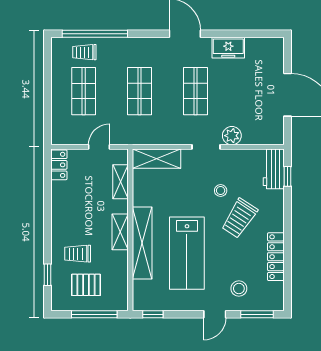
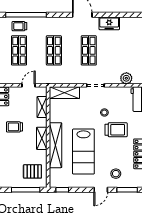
plant: (232, 136) -> (126, 78), moved
trolley: (239, 218) -> (116, 130), turned -123
trolley: (78, 254) -> (15, 127), moved
pallet: (86, 285) -> (32, 171), moved

